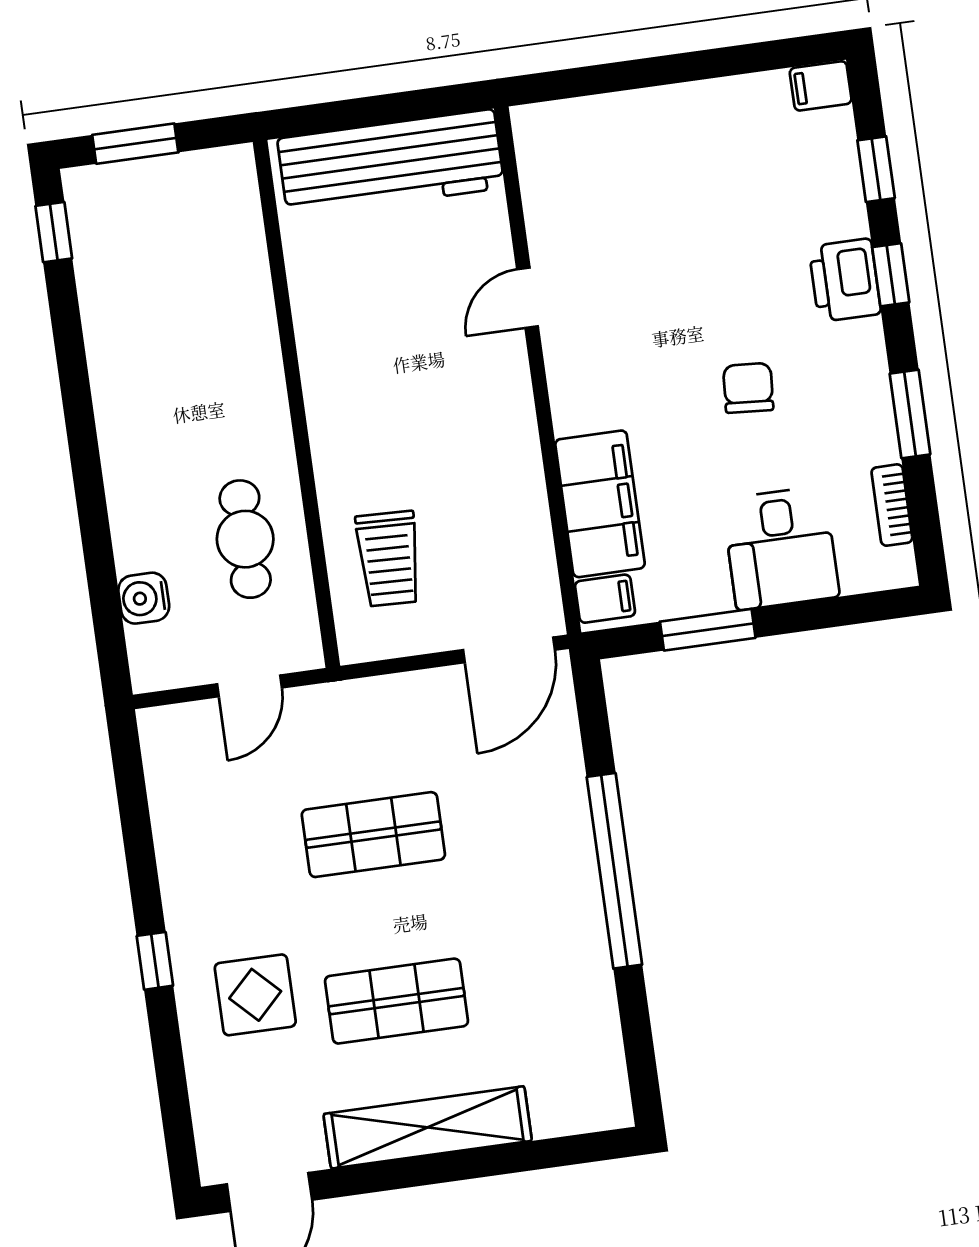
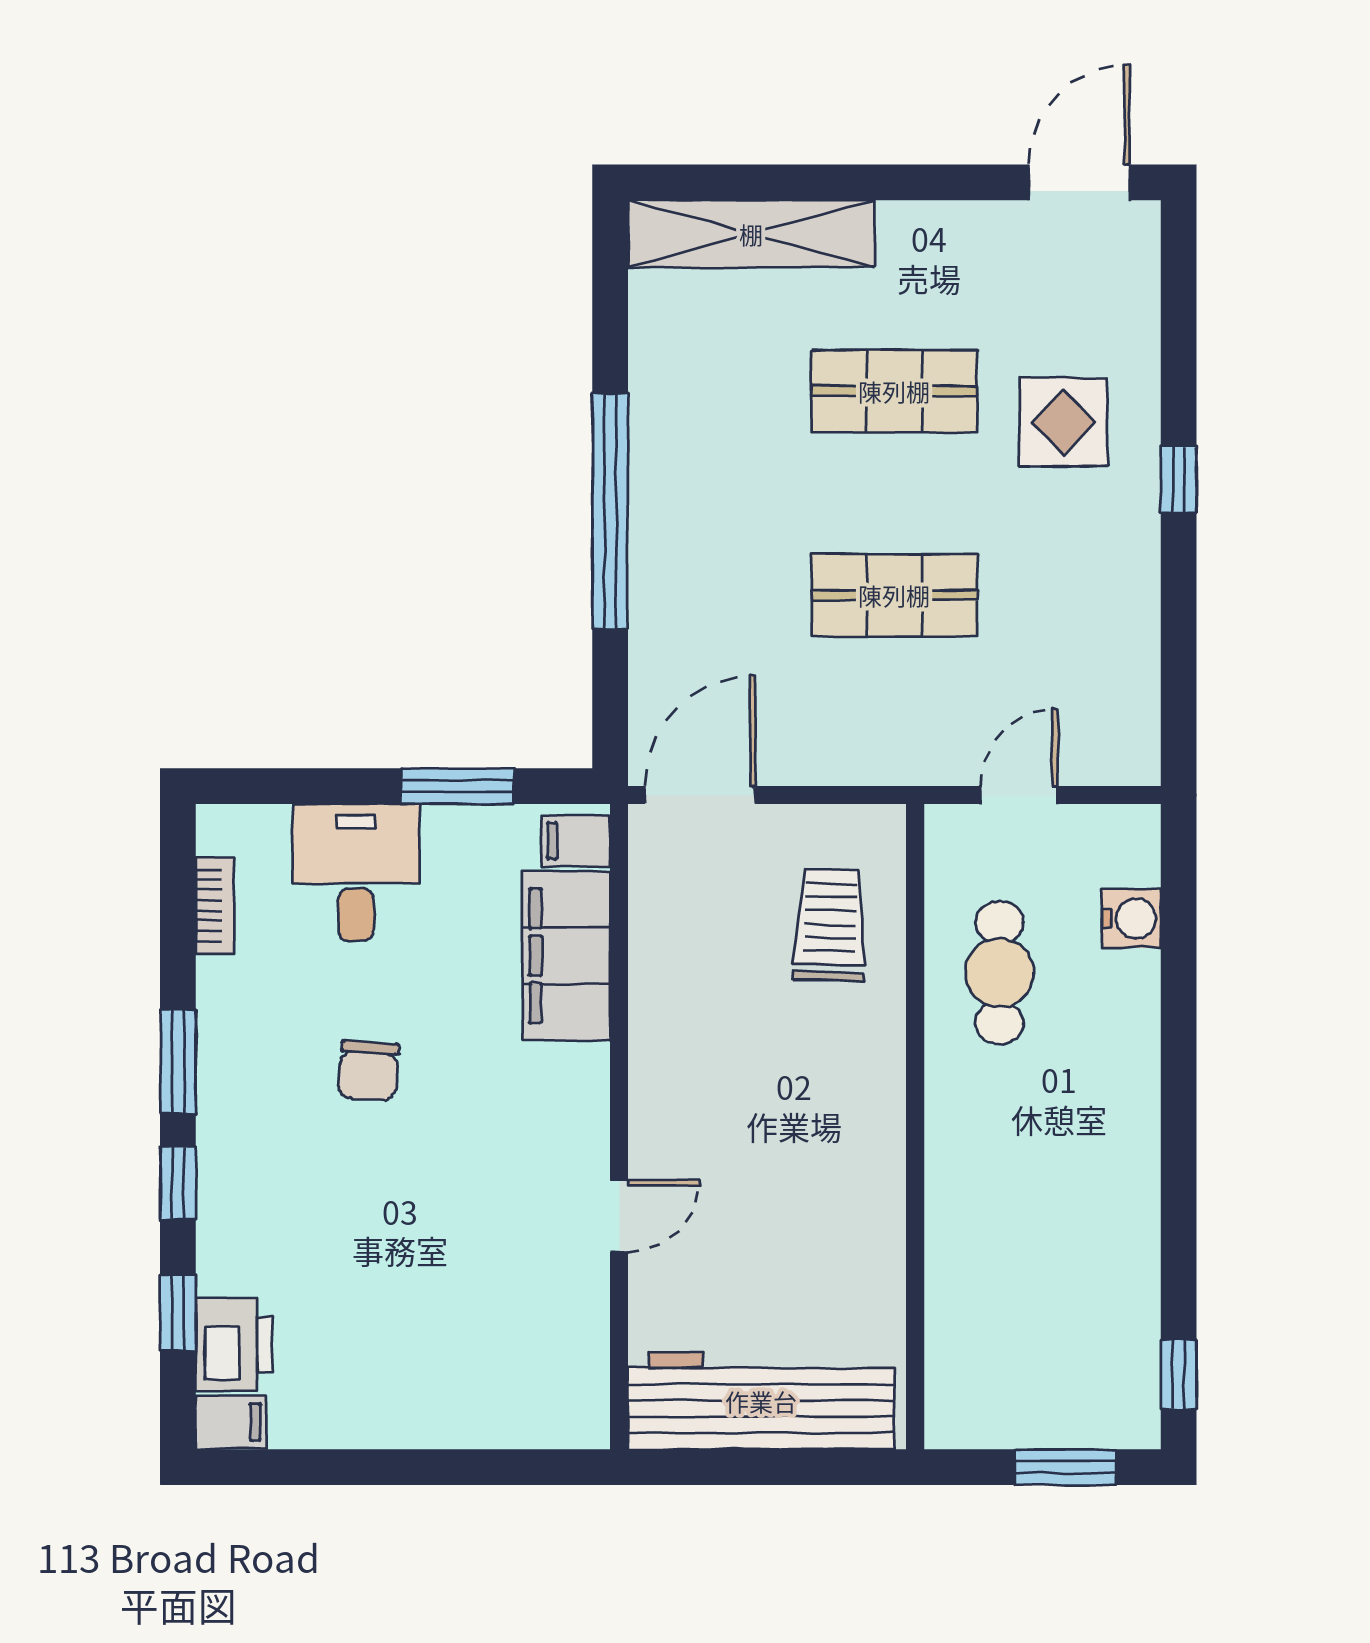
printer: (845, 280) -> (234, 1345), moved
window: (910, 414) -> (178, 1061), moved
shelving: (428, 1127) -> (751, 234), moved

